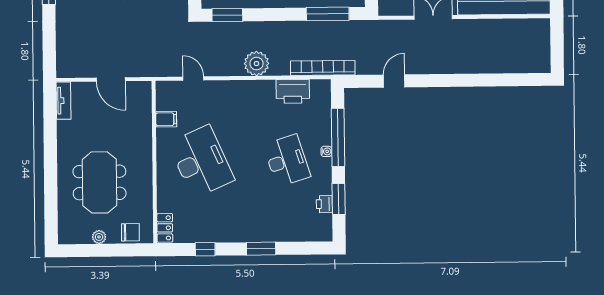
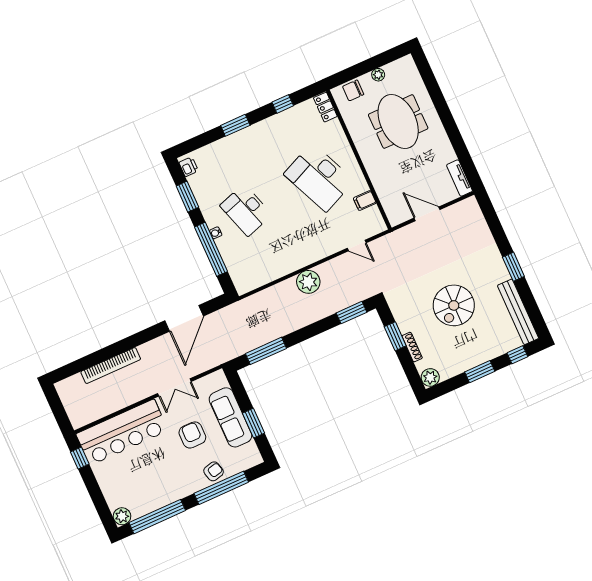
bookcase: (323, 68) -> (111, 366), moved
door: (394, 81) -> (184, 318), width x1.88
printer: (293, 91) -> (267, 272), removed
printer: (324, 204) -> (189, 167), moved

